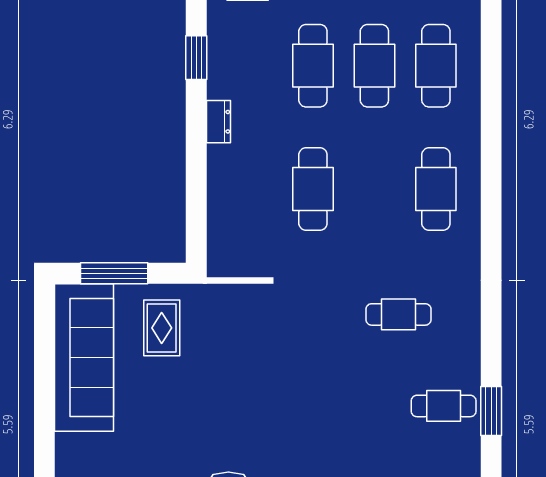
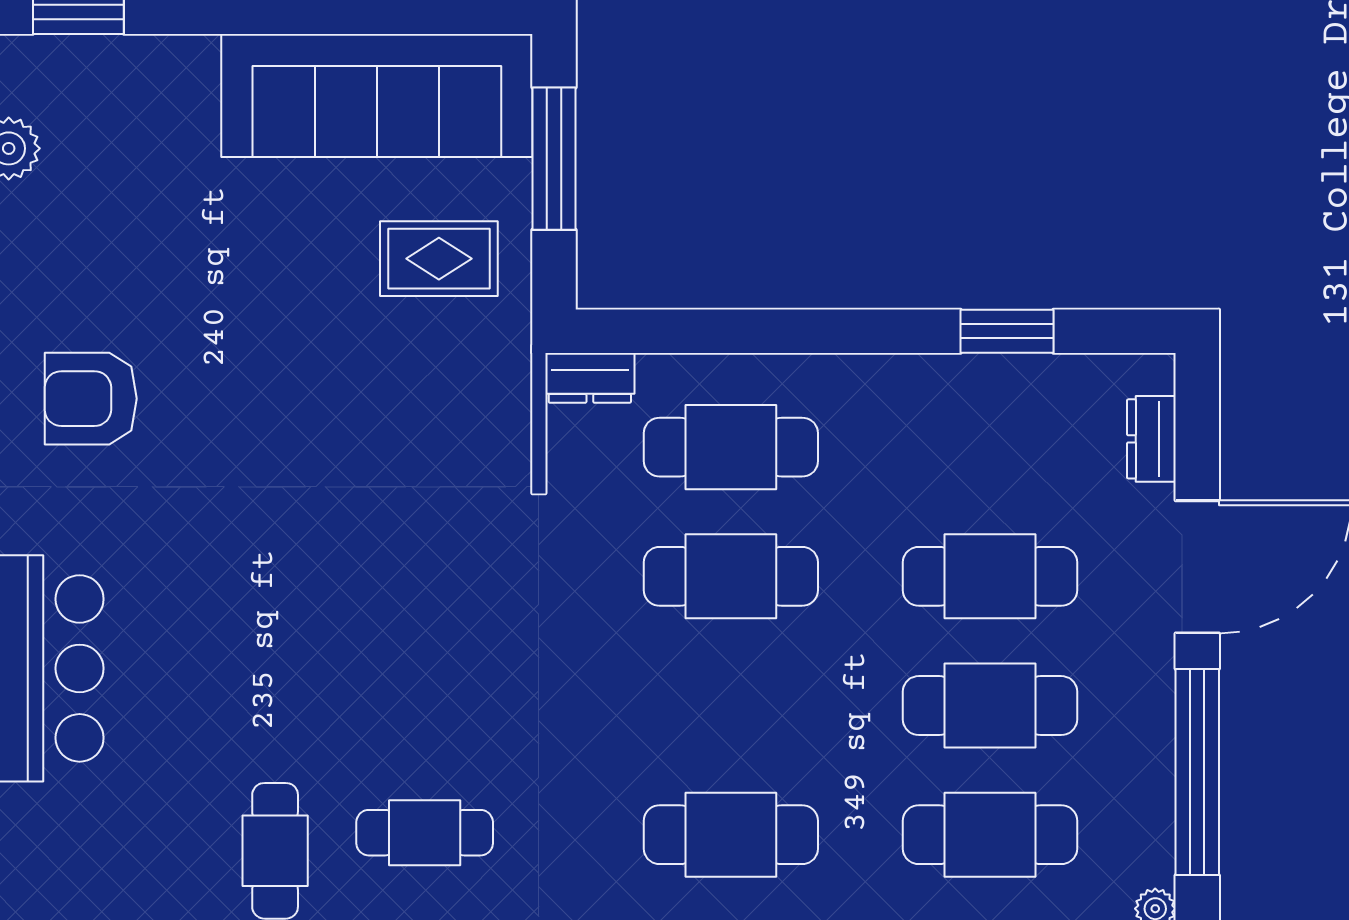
dresser: (218, 122) -> (590, 378), moved
cafe table: (251, 189) -> (731, 447), added
cafe table: (398, 314) -> (425, 833), moved, turned 90

